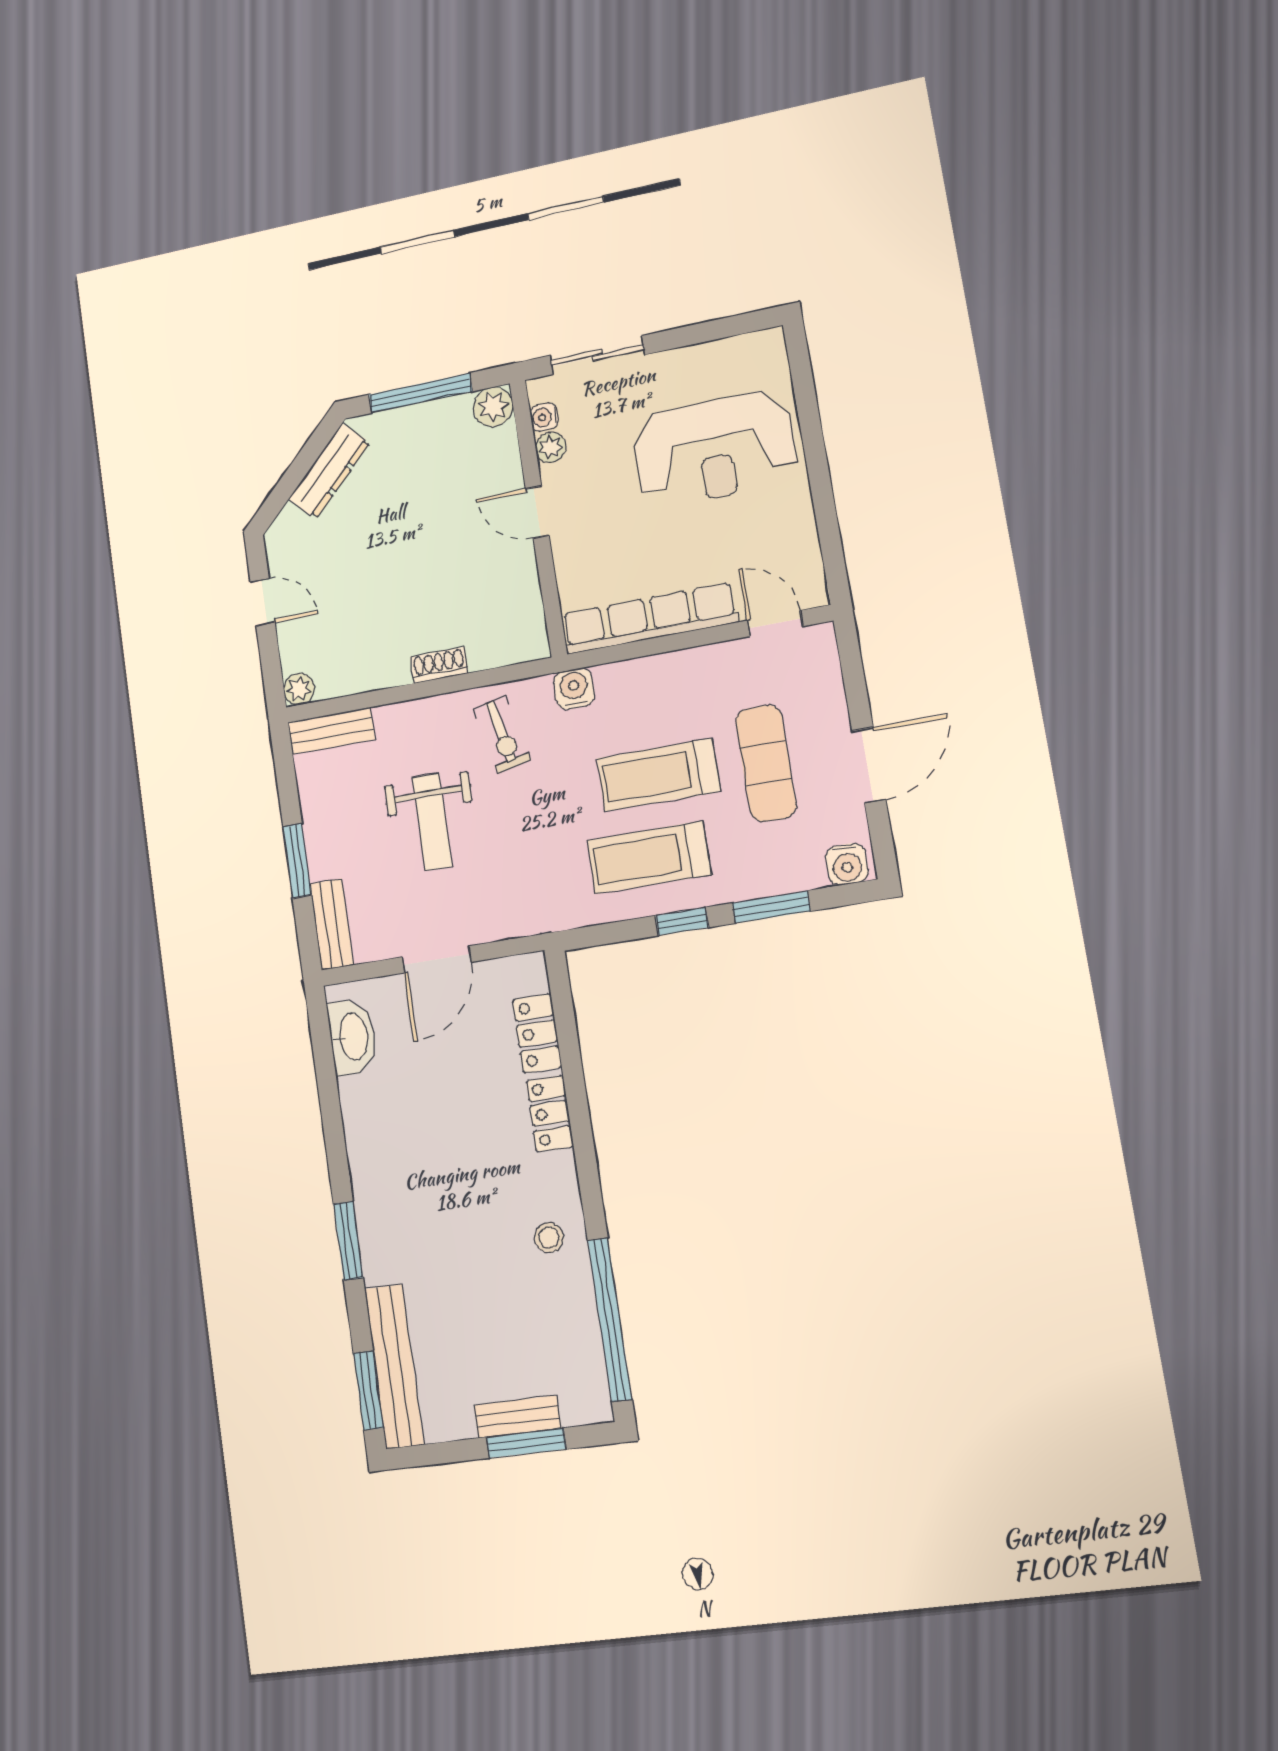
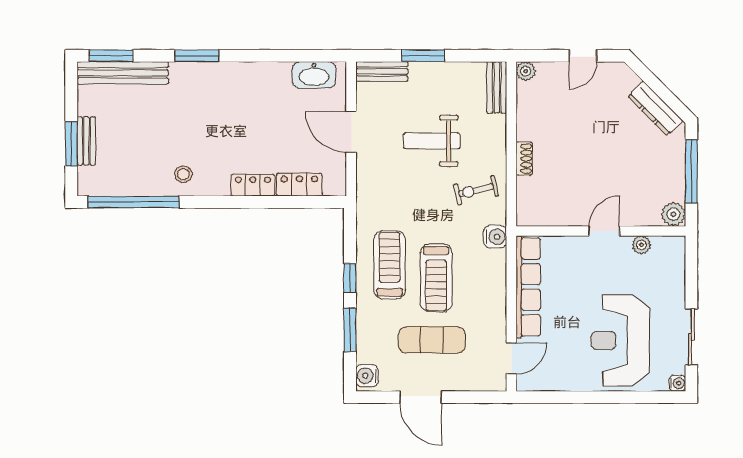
sliding door: (597, 355) -> (691, 337), moved
water cooler: (544, 417) -> (677, 383), moved, turned 90
treadmill: (658, 775) -> (436, 278), turned 180

